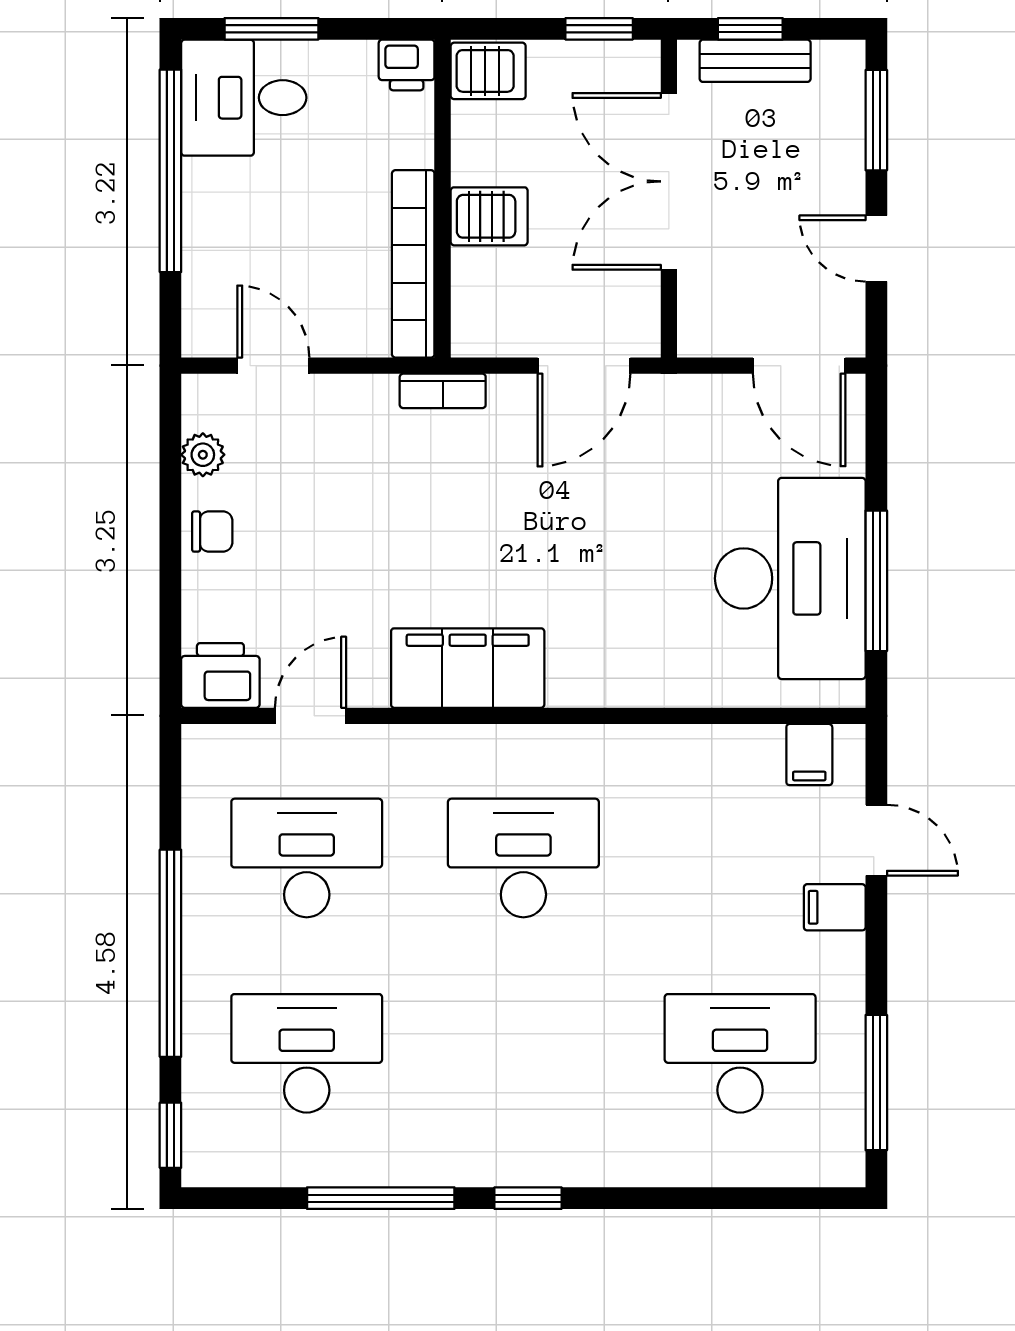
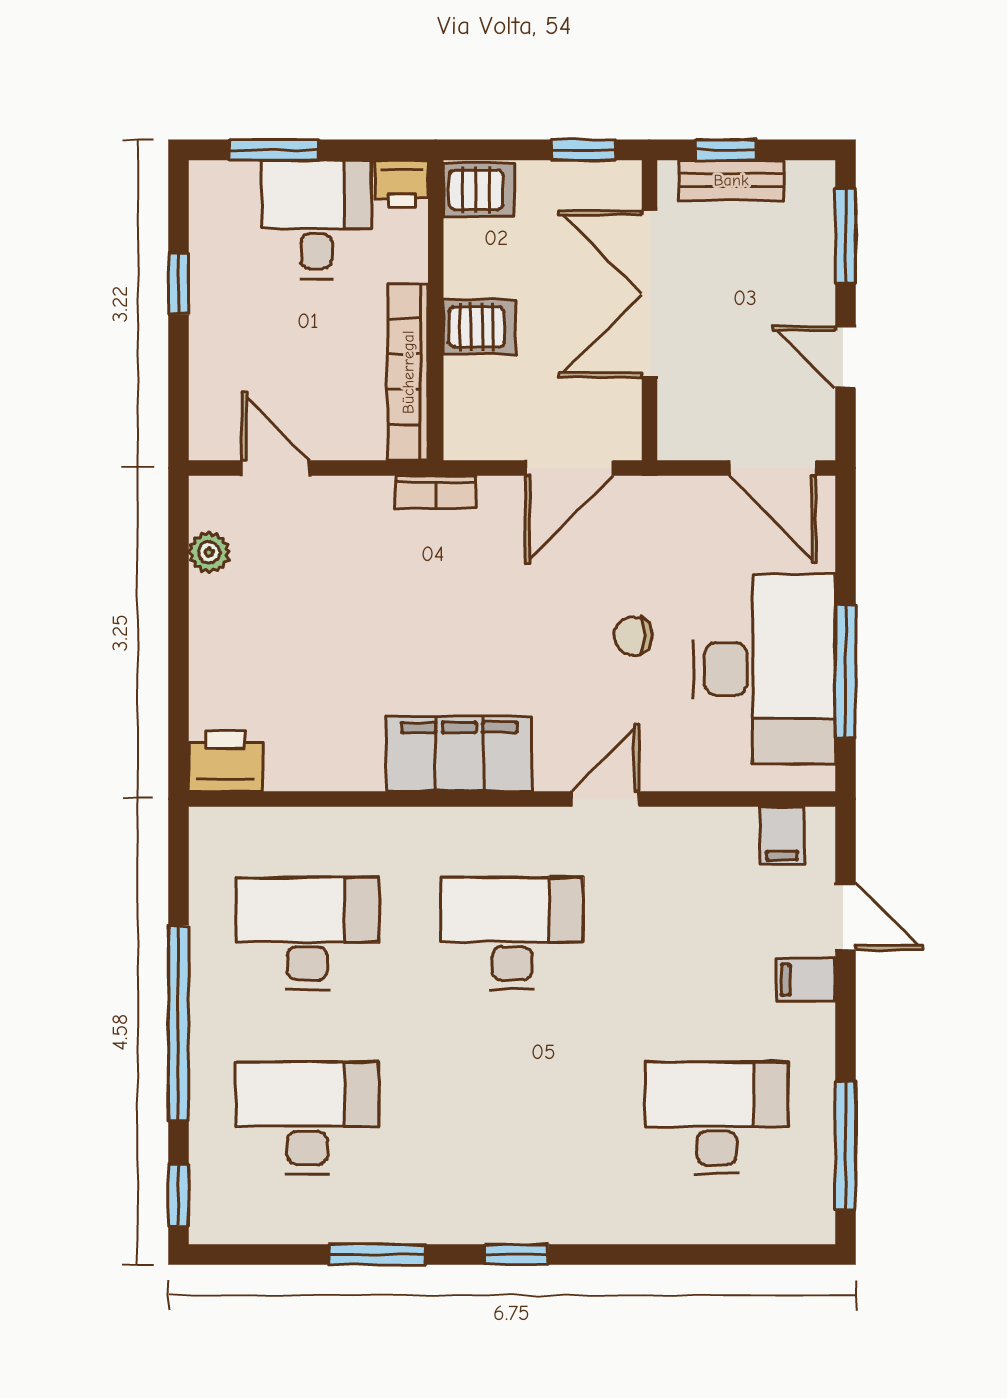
desk: (244, 98) -> (316, 219), moved, turned 90
window: (170, 171) -> (179, 284), width x0.32
chair: (212, 532) -> (633, 636), moved, turned 180
door: (311, 716) -> (605, 799), moved
window: (381, 1198) -> (377, 1255), width x0.69

